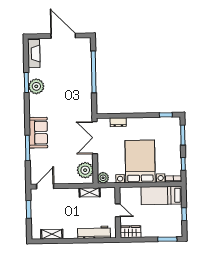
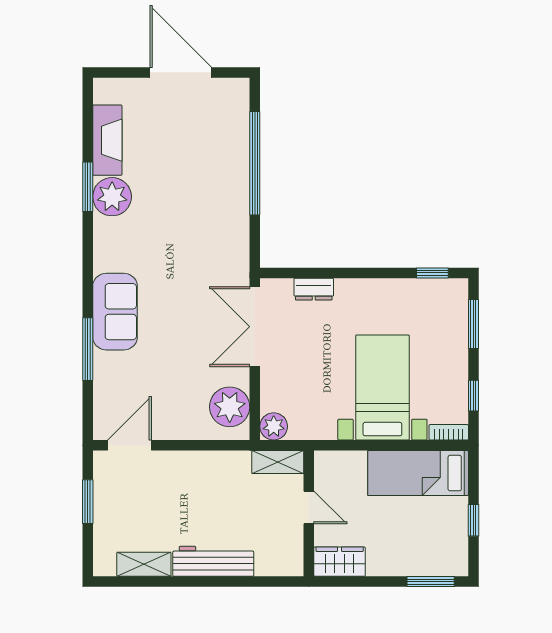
fireplace: (34, 54) -> (107, 140), moved
bed with nightstands: (140, 161) -> (382, 387), width x0.73
shelving: (90, 192) -> (278, 462), moved
workbench: (94, 232) -> (213, 561), moved

